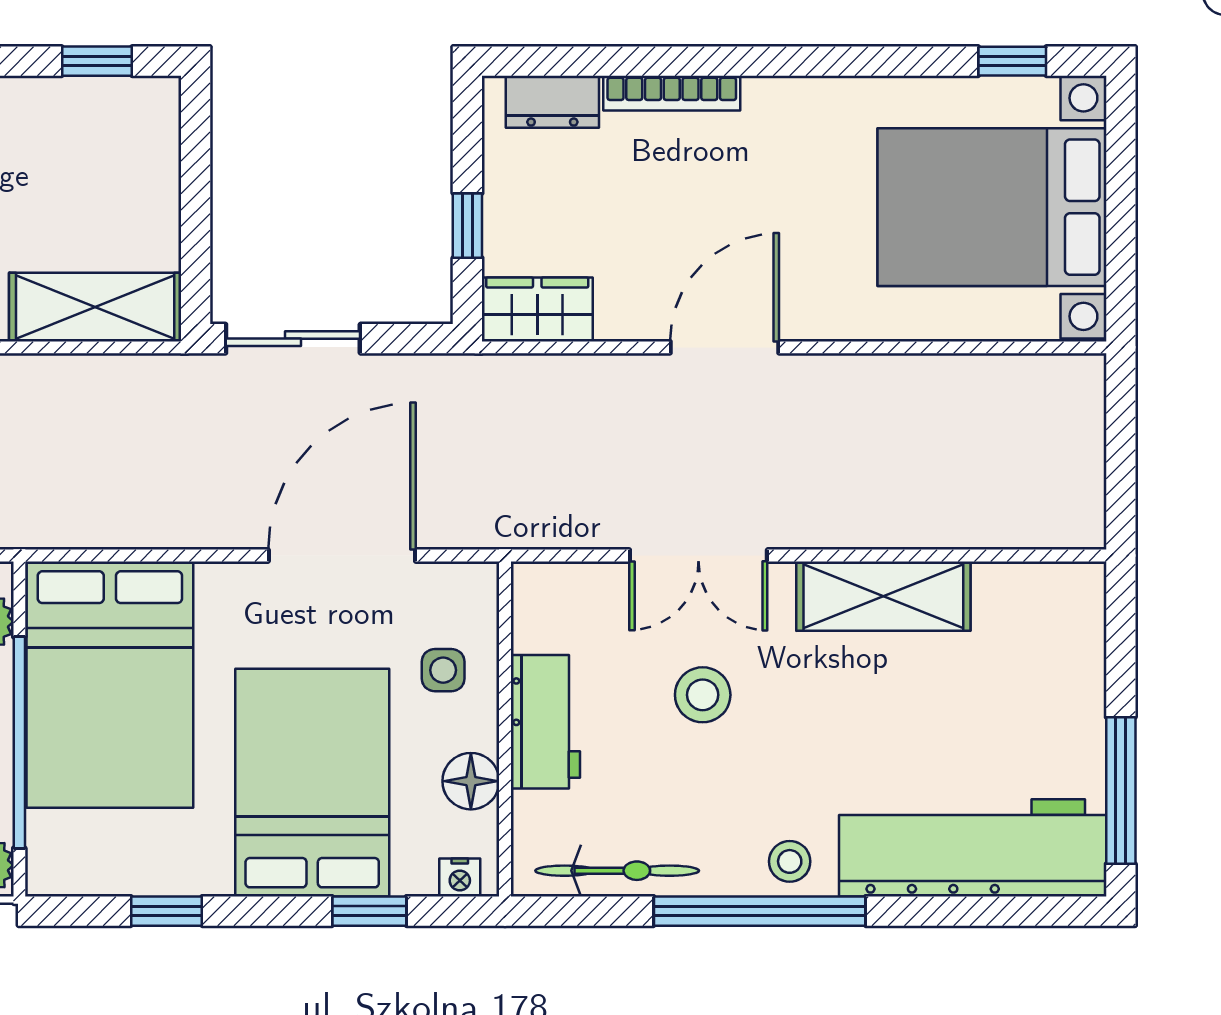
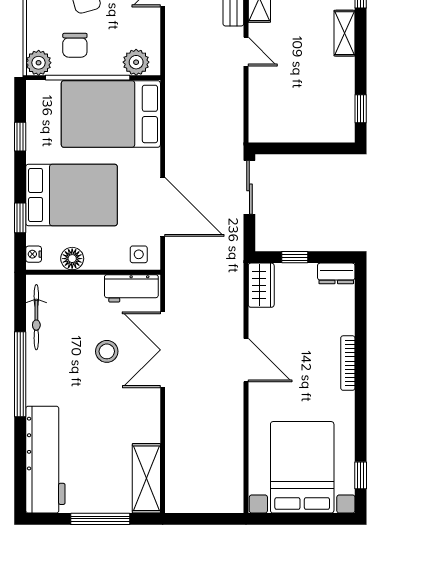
bookcase: (672, 93) -> (348, 363), moved
dresser: (552, 102) -> (336, 273), moved, turned -90
shelving: (95, 307) -> (262, 108), removed
double door: (698, 555) -> (163, 350), width x1.37
shelving: (883, 596) -> (146, 478), moved
side table: (443, 670) -> (139, 254), moved
workbench: (545, 722) -> (131, 288), moved
window: (1121, 791) -> (100, 519), moved
stool: (790, 861) -> (40, 386), removed

